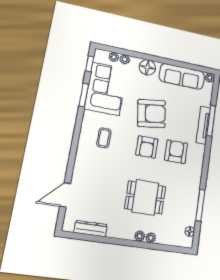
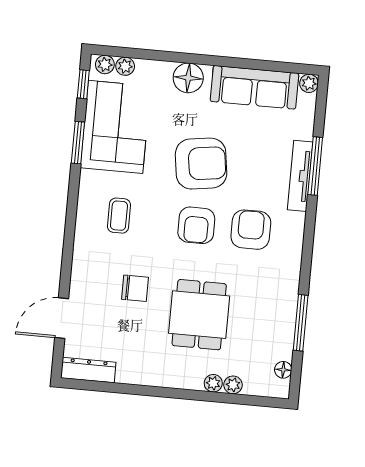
plant: (125, 59) -> (105, 64), moved
chair: (110, 180) -> (135, 288), added
dining table: (145, 197) -> (199, 315), turned 90
dresser: (91, 229) -> (88, 370), moved
plant: (140, 236) -> (233, 385), moved

